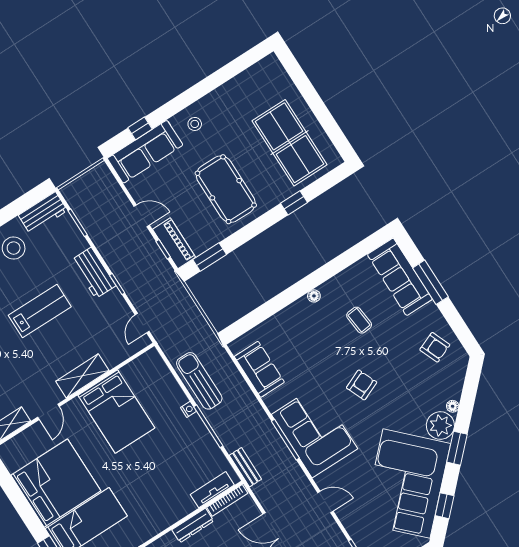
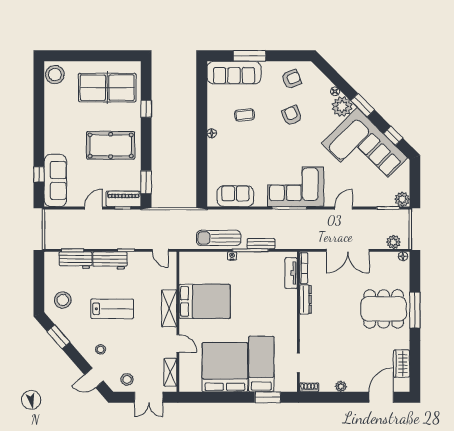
stool: (195, 124) -> (55, 75), moved, width x1.89, depth x1.89
workbench: (43, 213) -> (76, 260), moved, turned 90
lab bench: (40, 311) -> (112, 309), turned 90
armchair: (362, 385) -> (292, 116), moved
bench: (245, 467) -> (261, 244), moved

